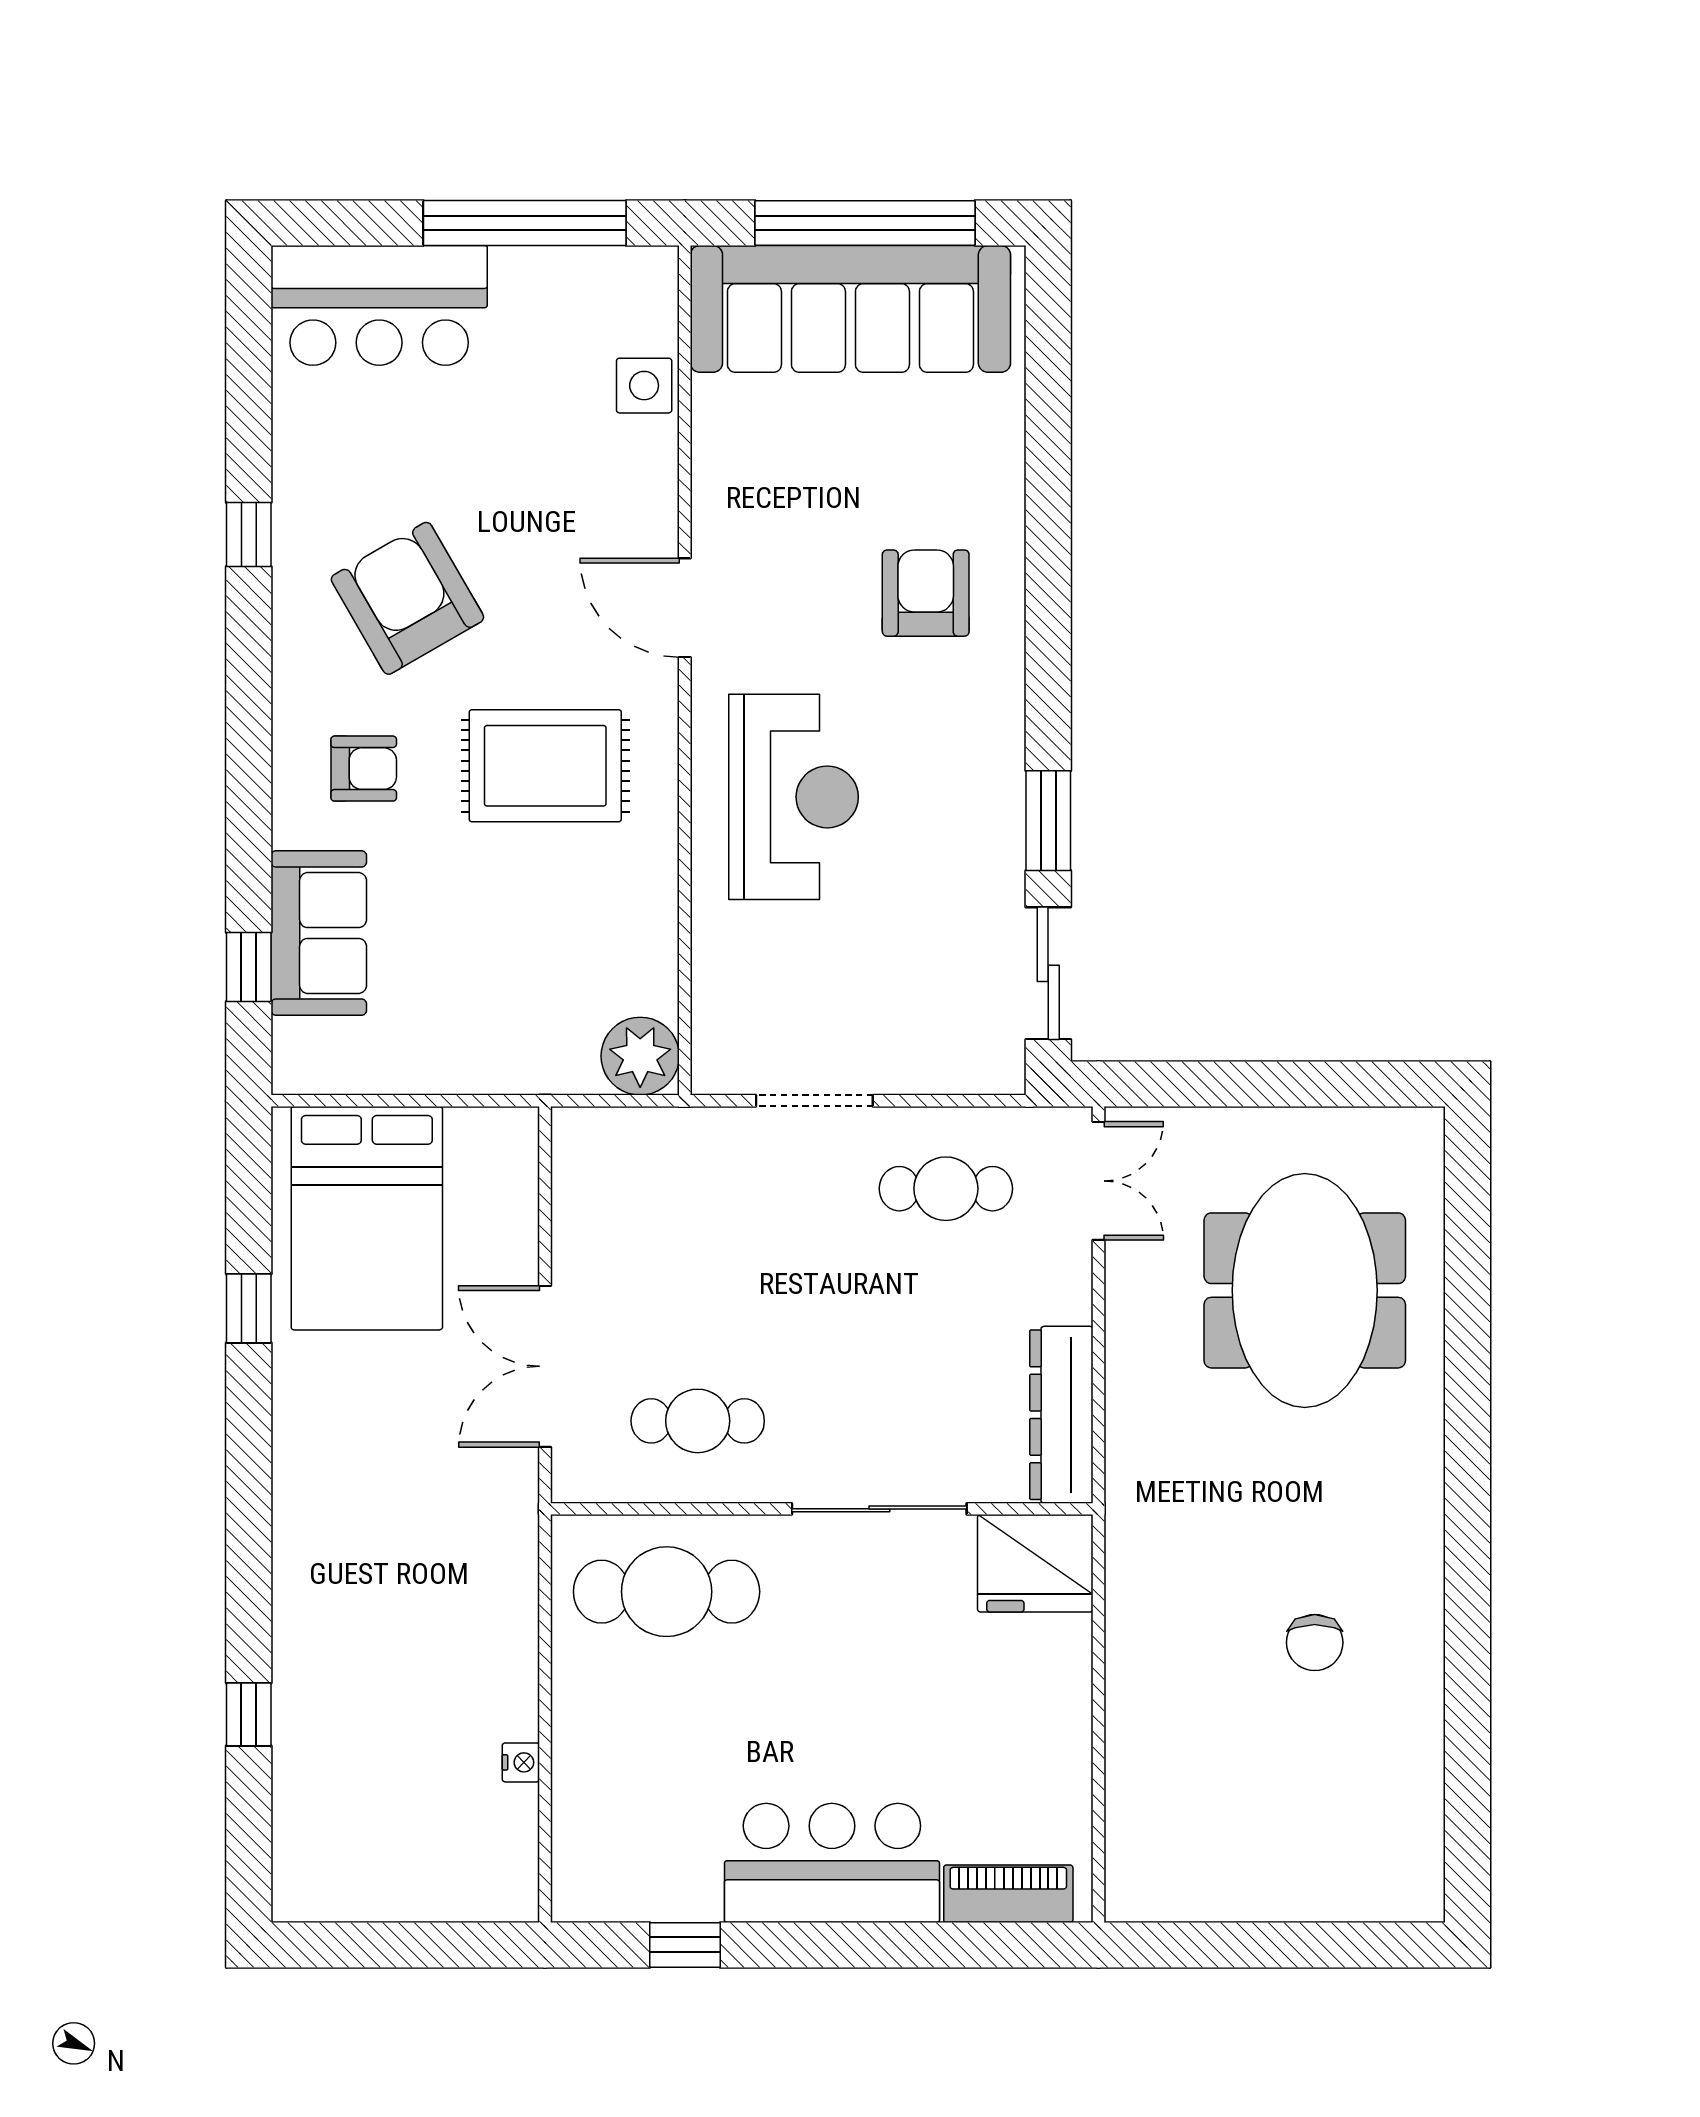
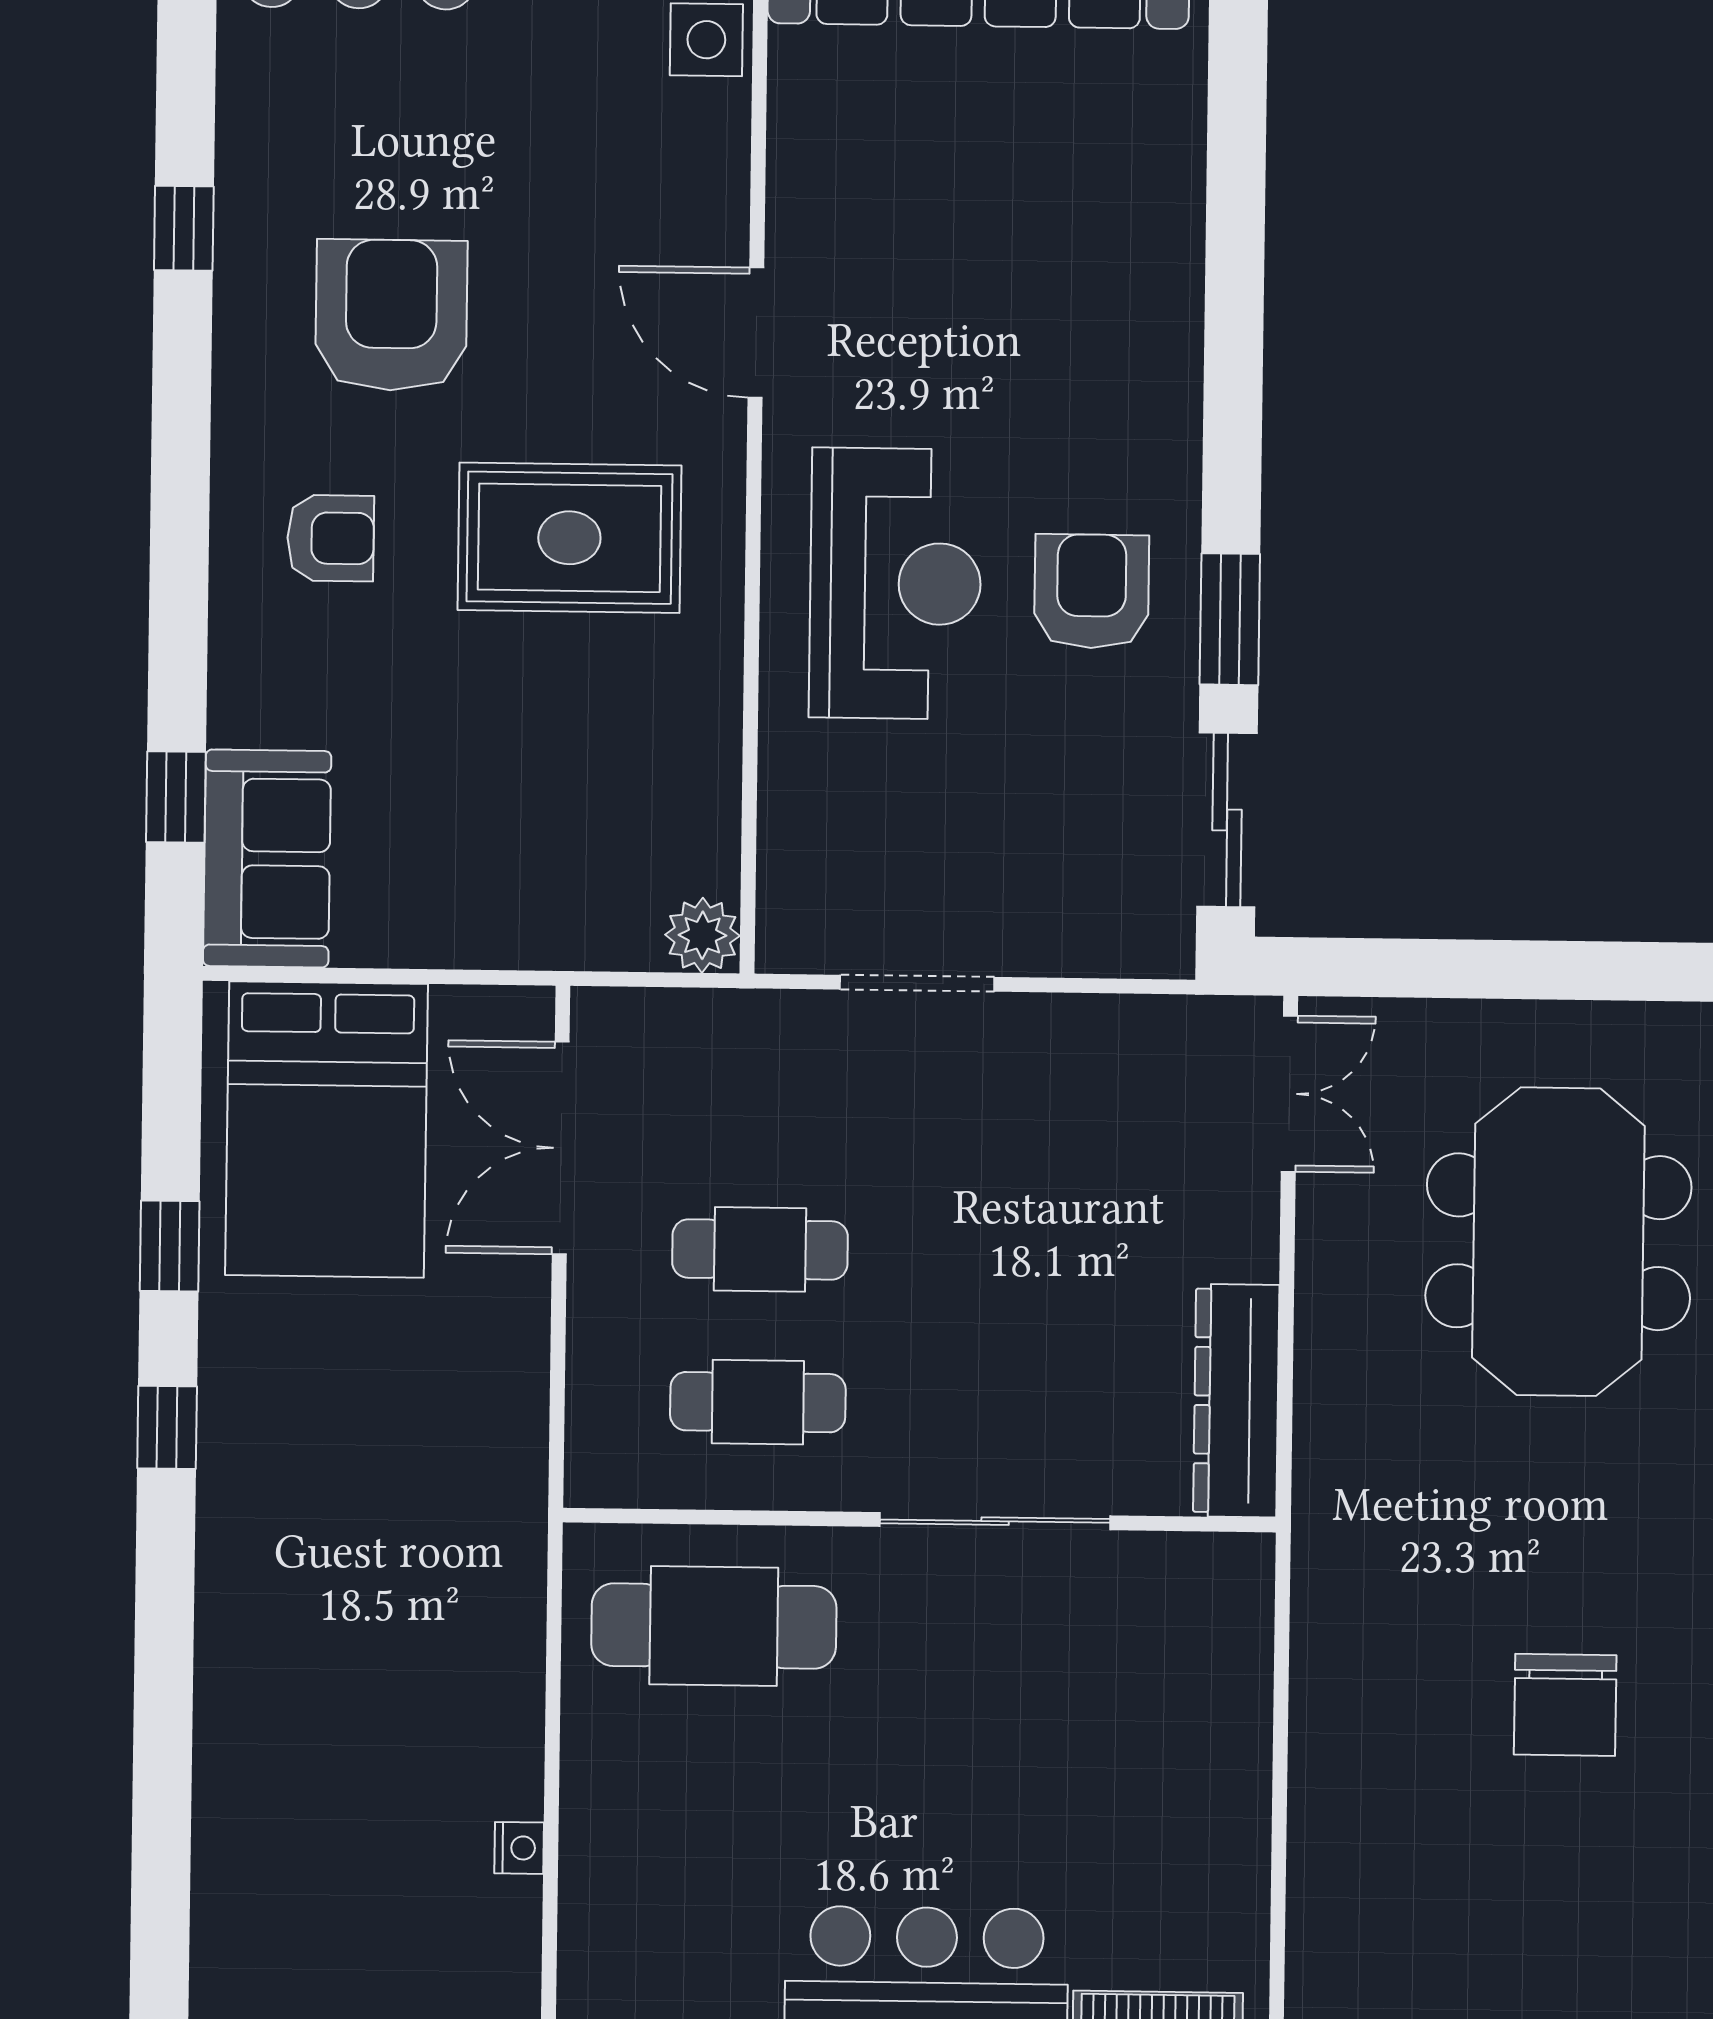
armchair: (926, 593) -> (1092, 591), moved
armchair: (407, 598) -> (391, 315), turned 30
sofa: (319, 933) -> (267, 858), moved
plant: (640, 1056) -> (702, 935), width x0.73, depth x0.73
cafe table: (946, 1189) -> (760, 1249), moved
double door: (545, 1366) -> (561, 1148), moved
fridge: (1035, 1563) -> (1199, 1596), removed
chair: (1315, 1643) -> (1565, 1705), width x1.37, depth x1.37
window: (249, 1714) -> (167, 1427), moved

